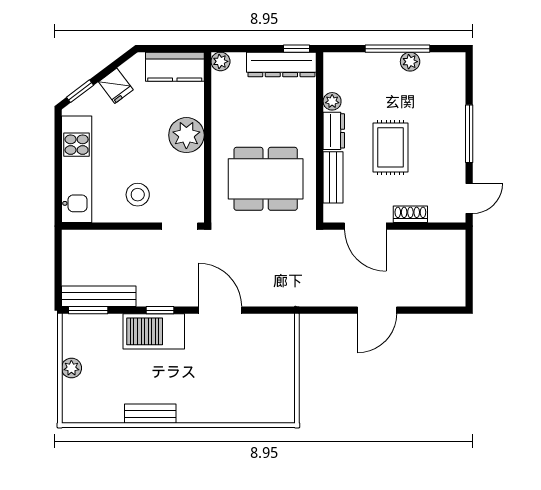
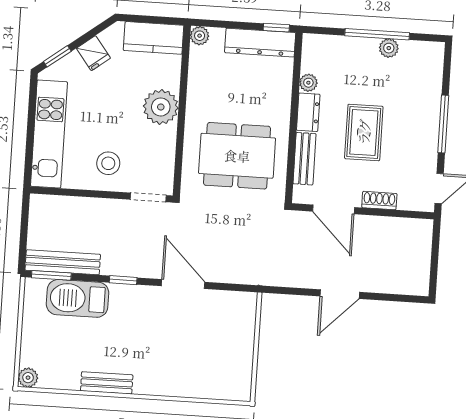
barbecue: (154, 331) -> (77, 298), moved
plant: (71, 368) -> (28, 378), moved

